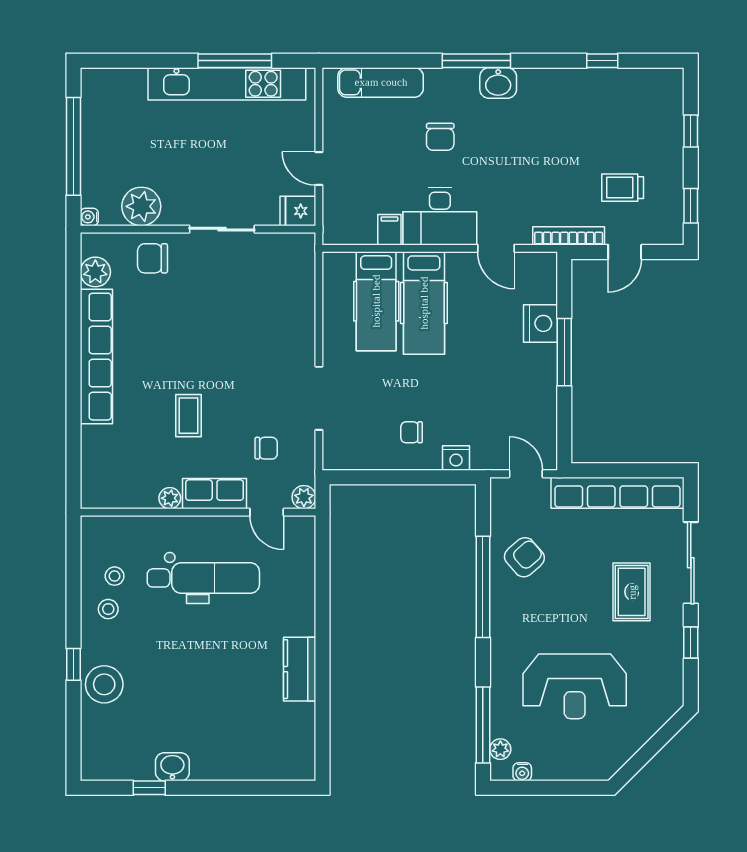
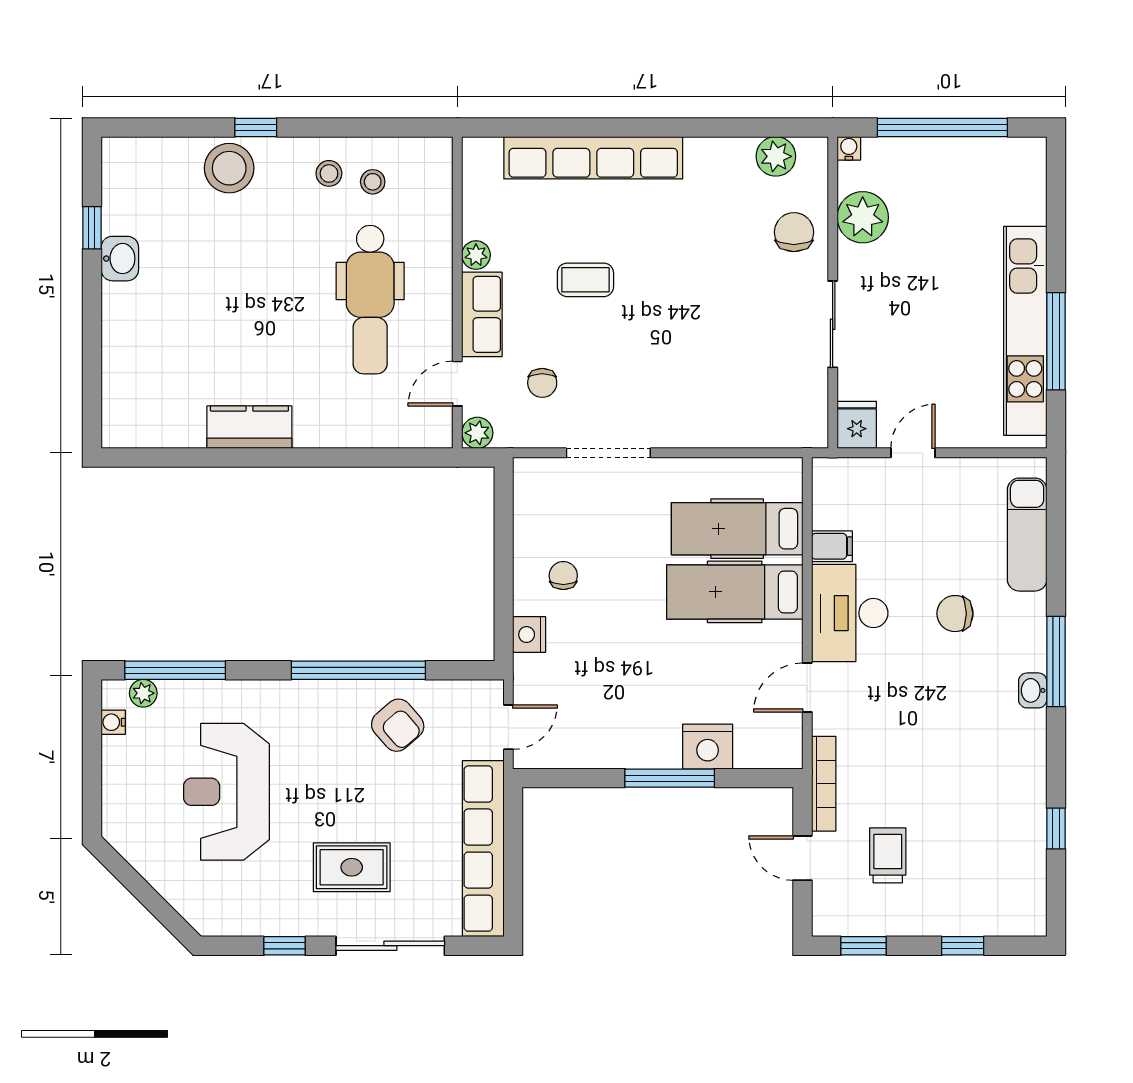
washbasin: (498, 83) -> (1033, 690), width x0.72, depth x0.69
row of seats: (96, 357) -> (593, 158), moved

